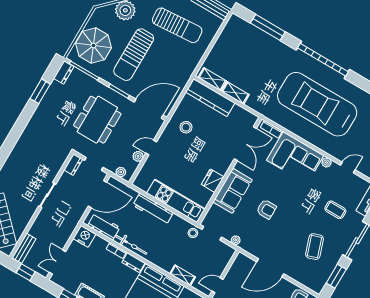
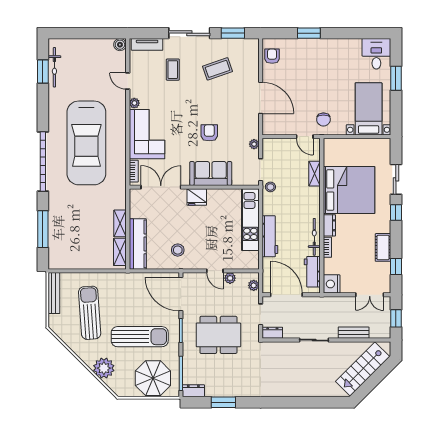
fridge: (213, 181) -> (197, 197), moved
bench: (24, 248) -> (354, 333), moved

